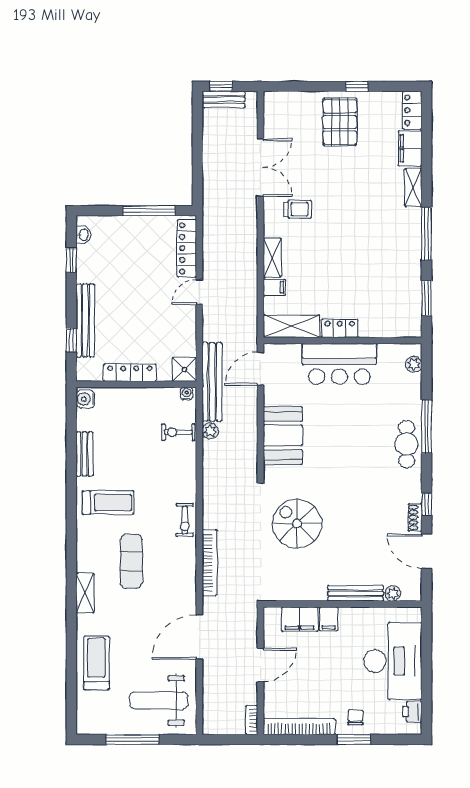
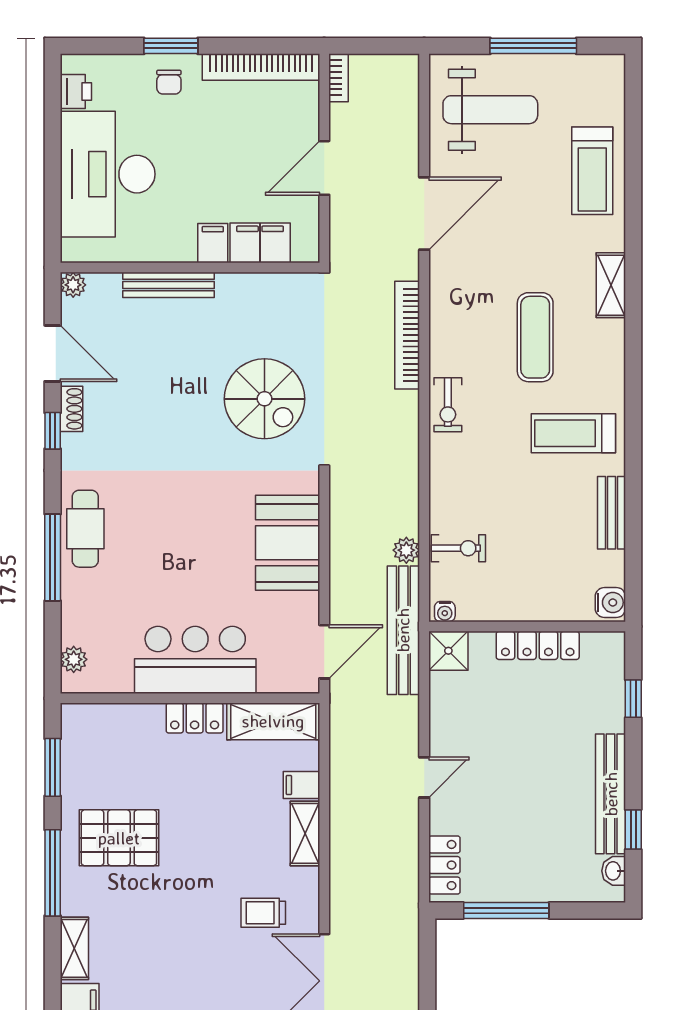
locker: (187, 248) -> (444, 865), width x0.66
pallet: (386, 255) -> (119, 838), added
bench: (85, 320) -> (611, 794), moved
exercise bike: (185, 520) -> (448, 405), turned 180
plant: (393, 593) -> (73, 285), moved

